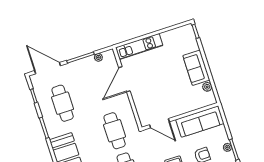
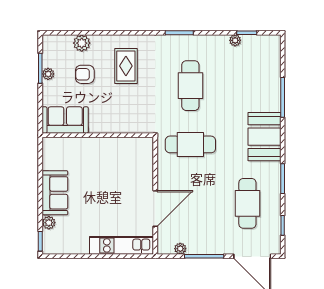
plant: (207, 87) -> (49, 223), moved
sofa: (200, 122) -> (65, 120), width x0.73
door: (159, 123) -> (128, 135), removed
cafe table: (115, 131) -> (190, 144), turned 90

